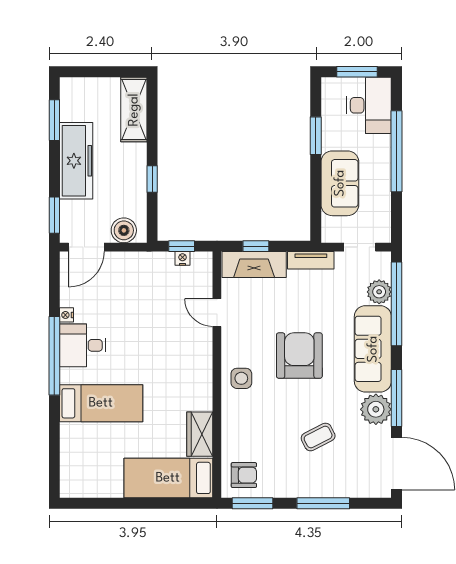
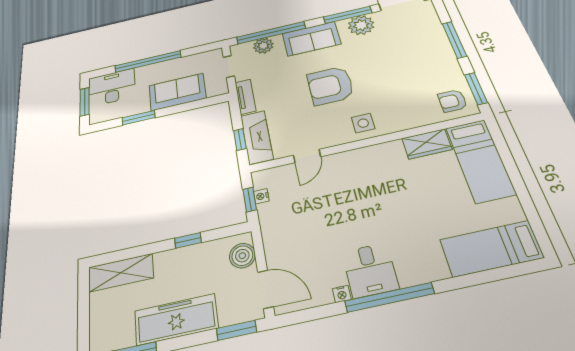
sofa: (373, 349) -> (311, 39), width x0.73
bed: (101, 403) -> (491, 249), moved, turned -90
coffee table: (318, 437) -> (398, 56), removed
armchair: (244, 475) -> (452, 101), turned -90

